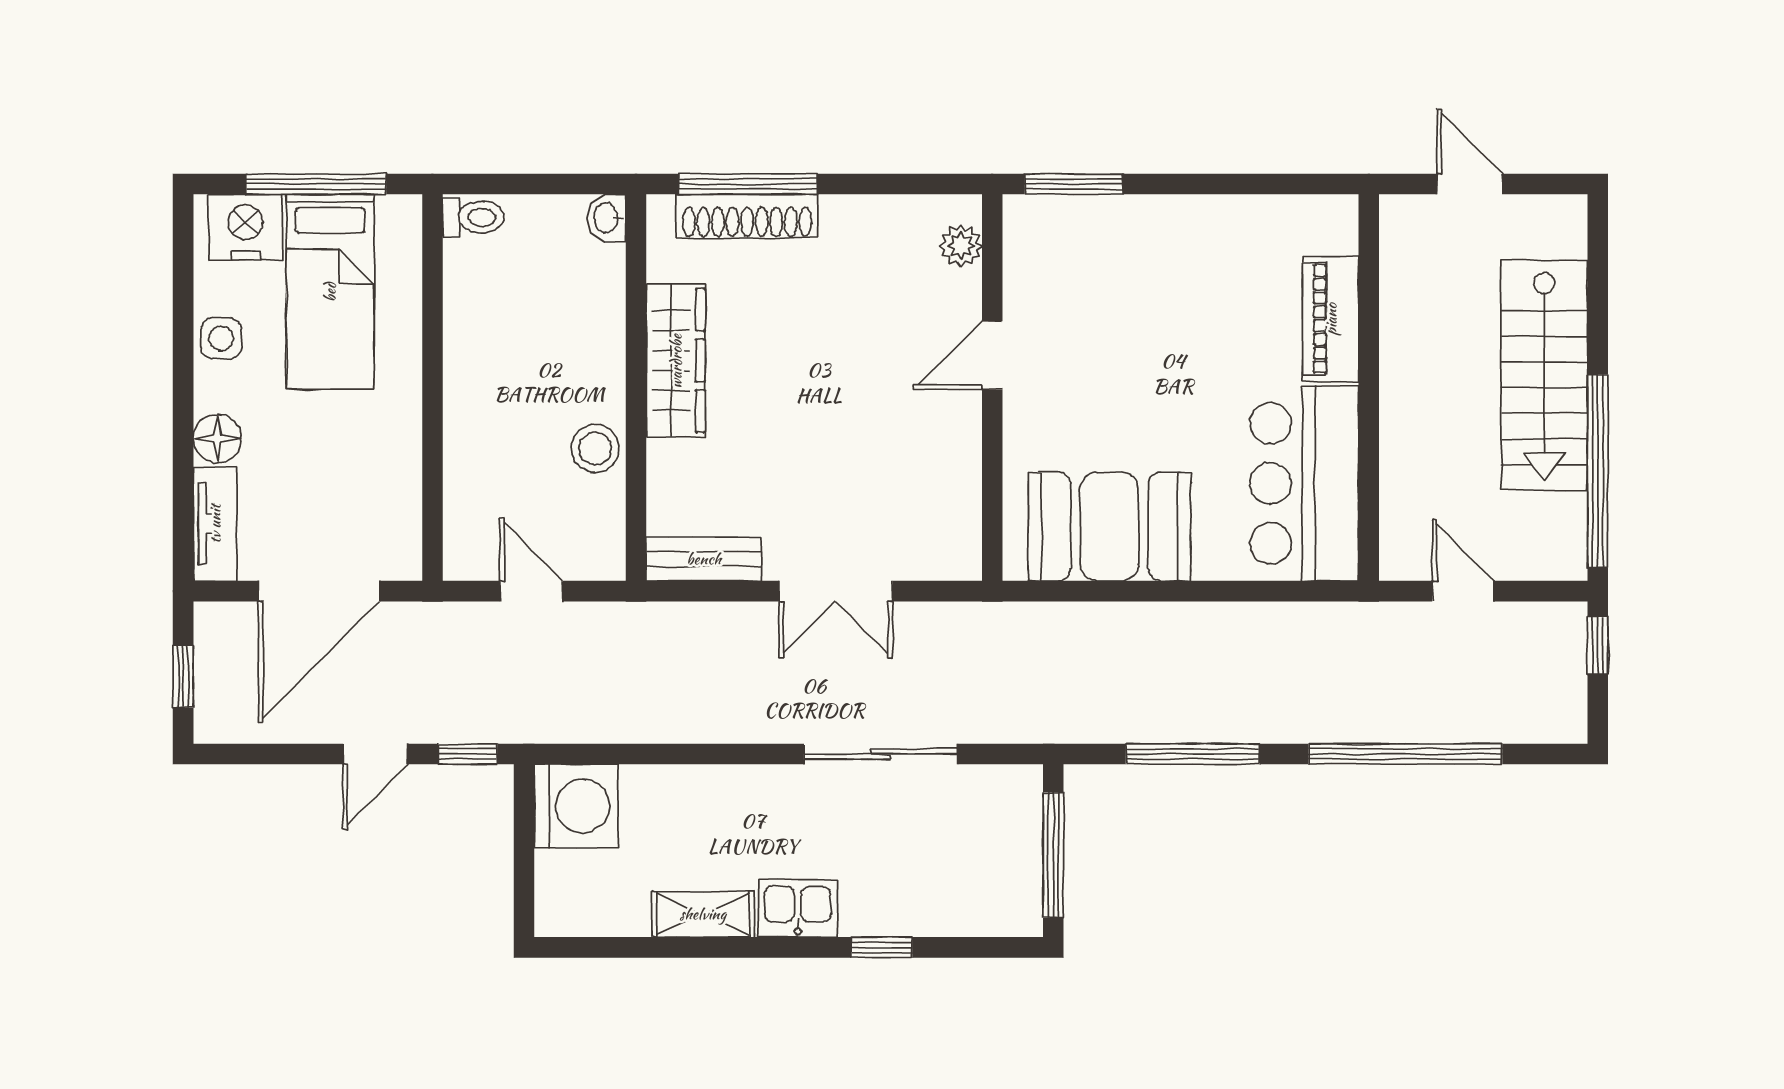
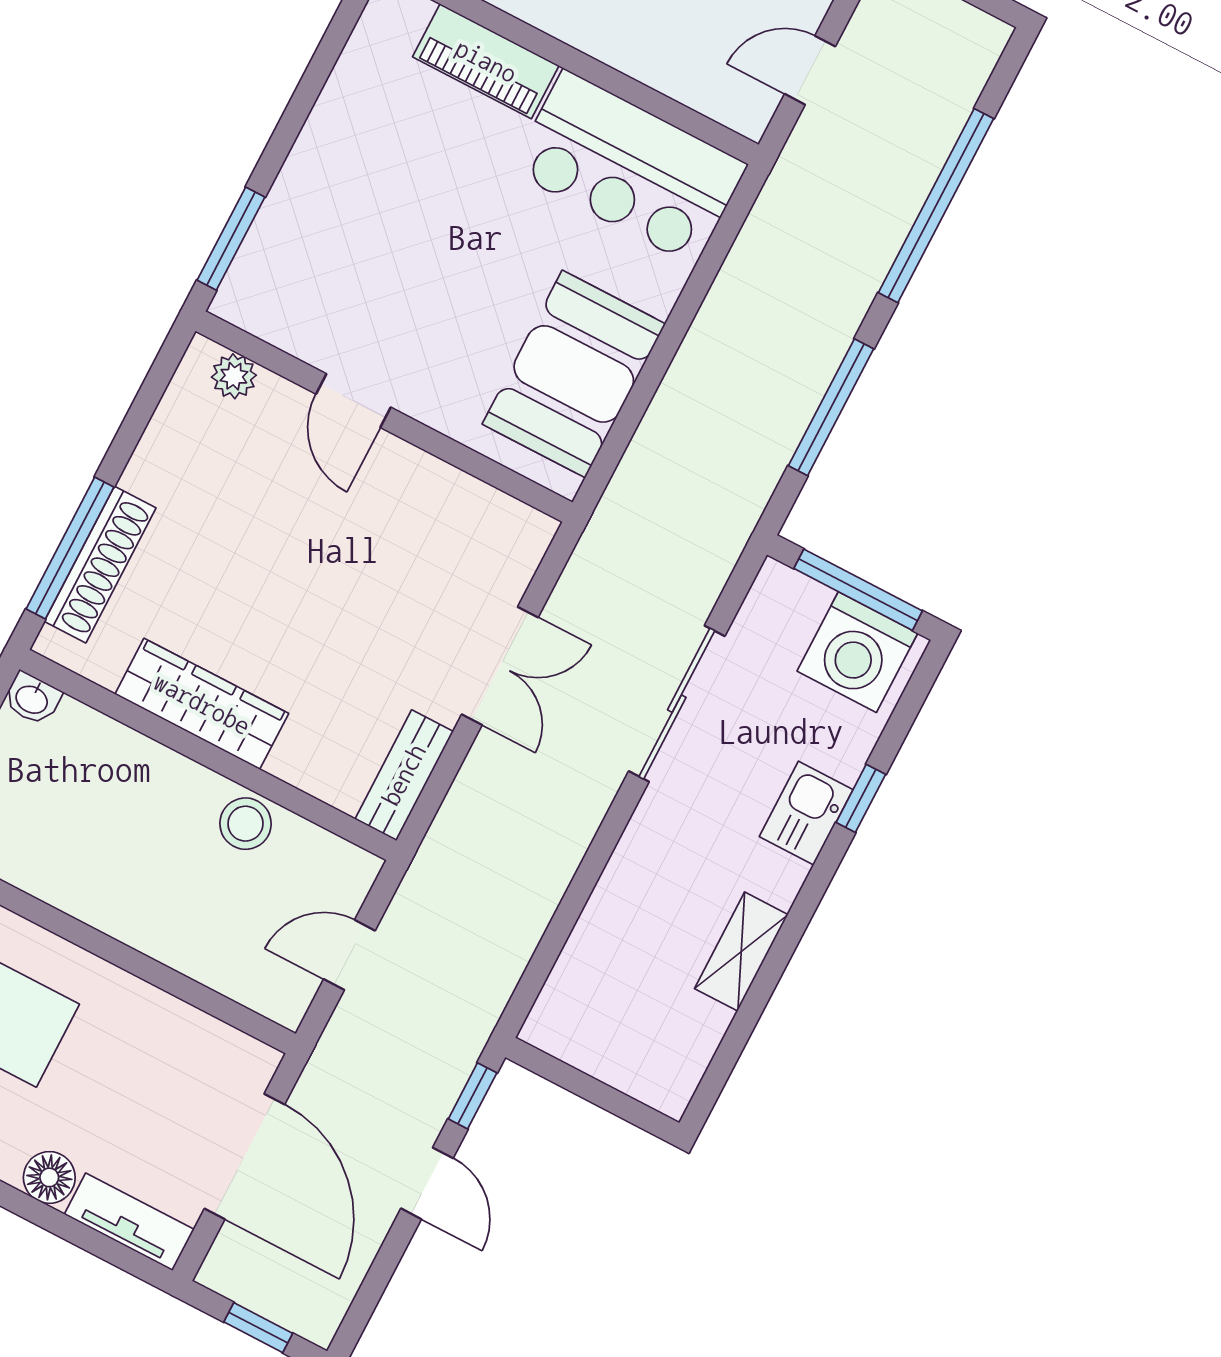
washing machine: (576, 806) -> (857, 652), moved, turned 180
kitchen sink: (798, 908) -> (806, 813), moved

